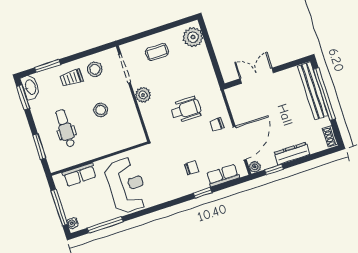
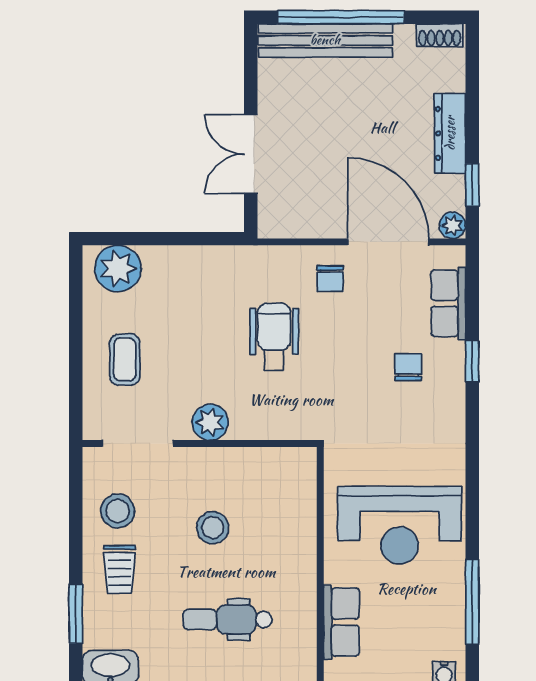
reception desk: (126, 185) -> (400, 525), turned 180

